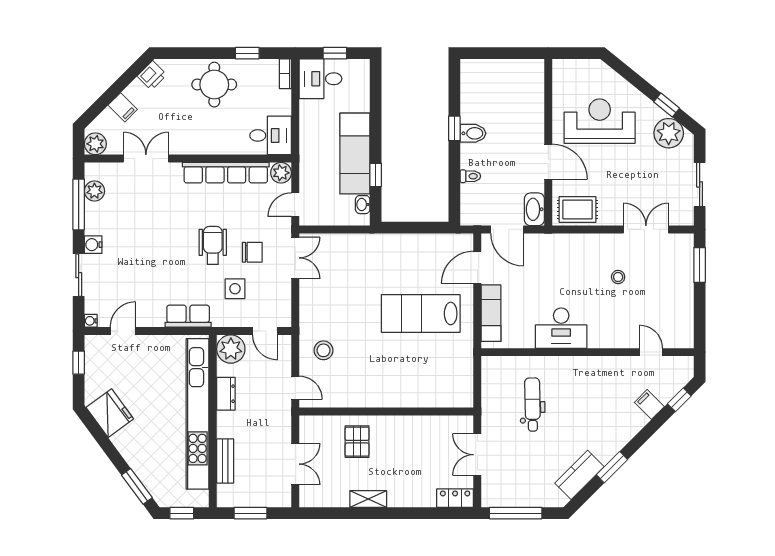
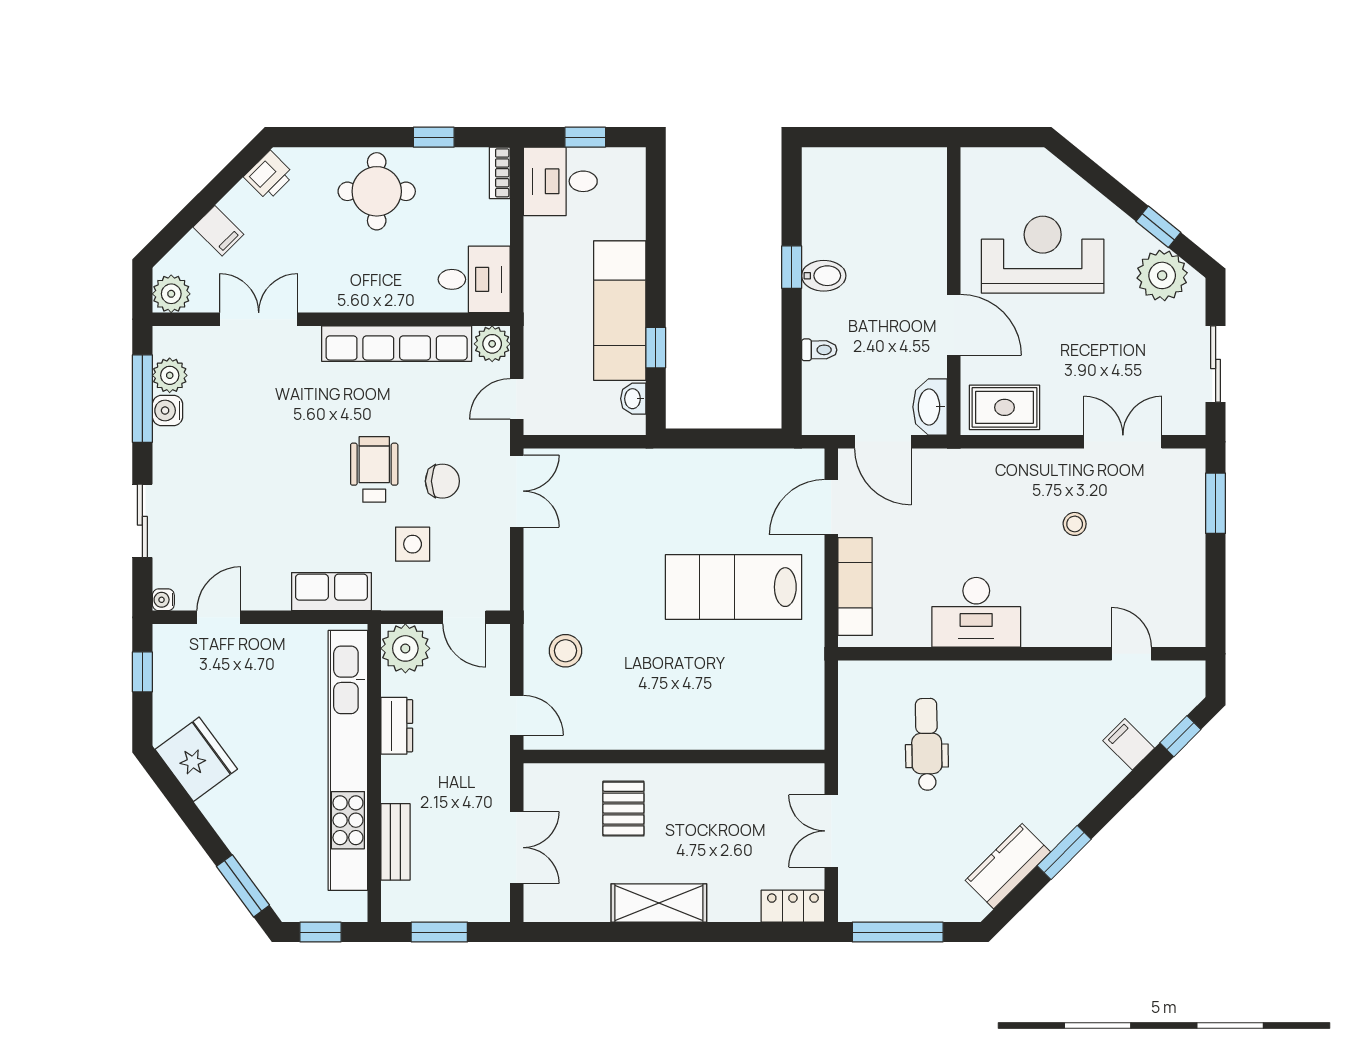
water cooler: (93, 245) -> (167, 411), moved
shelving: (368, 499) -> (659, 903), width x1.50, depth x1.33

